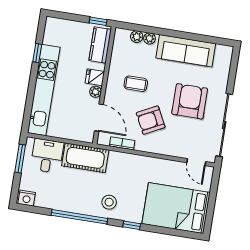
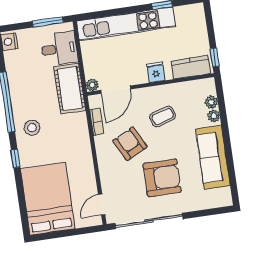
coffee table: (136, 84) -> (163, 116), turned 74
plant: (95, 92) -> (92, 85), moved

